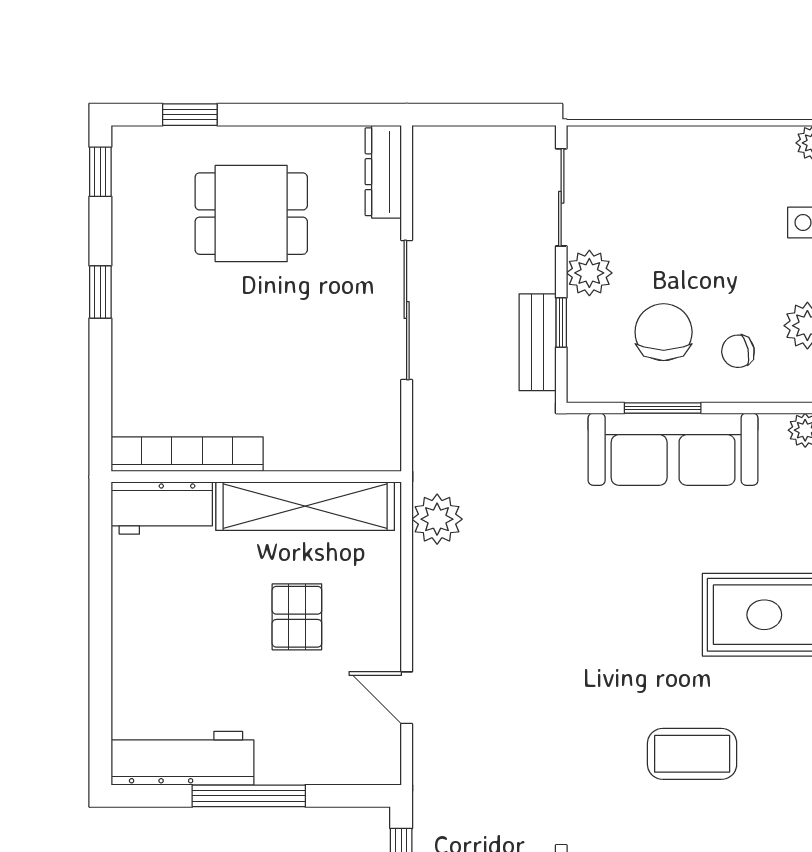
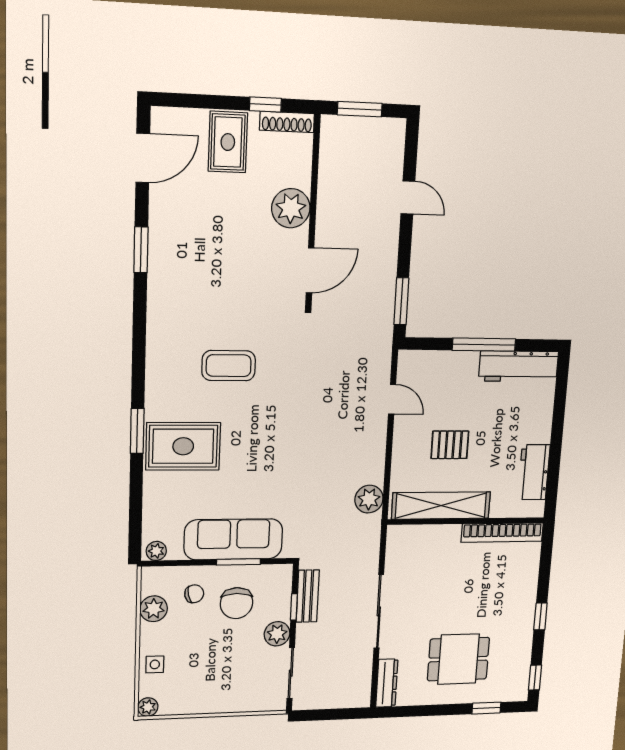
workbench: (162, 508) -> (534, 472), moved, turned -90
pallet: (297, 617) -> (450, 445), turned 90

